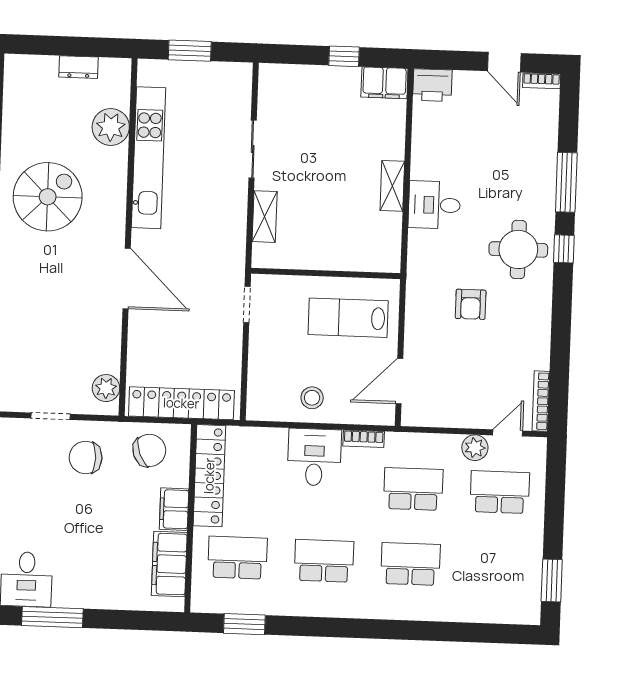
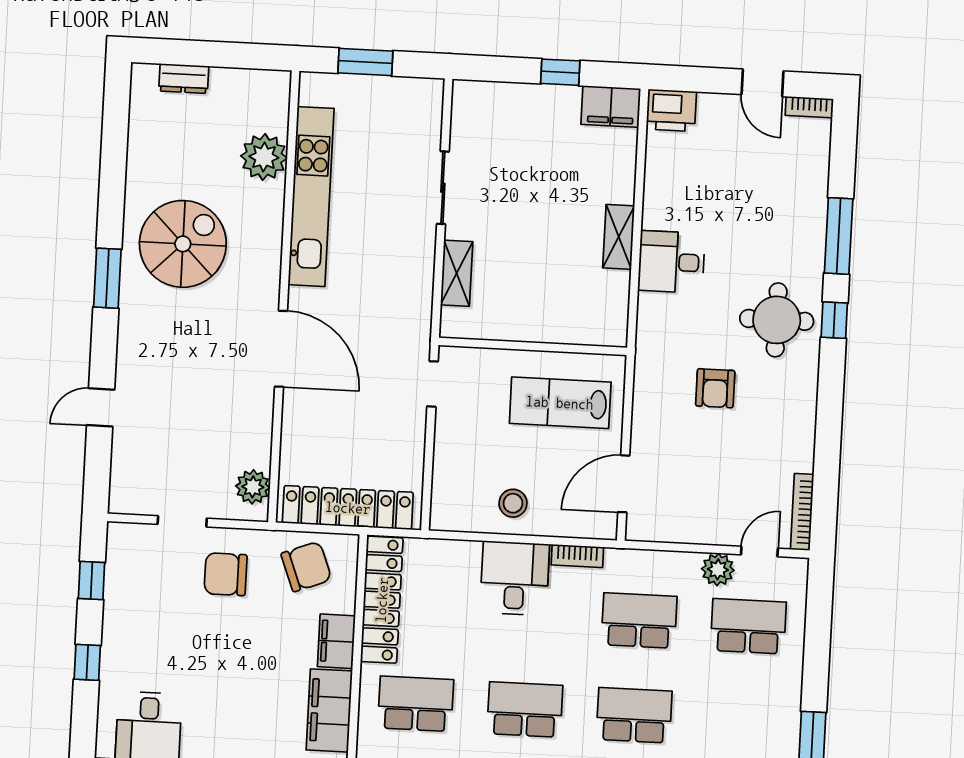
dresser: (79, 67) -> (184, 79), moved

